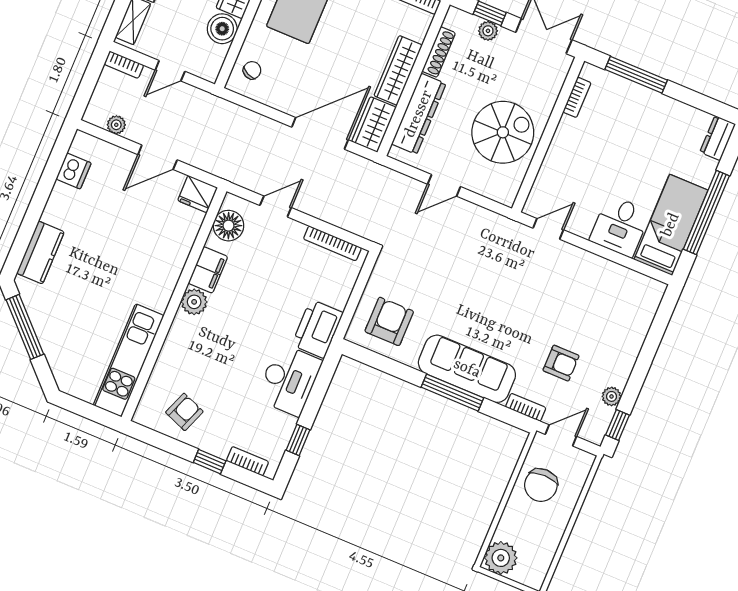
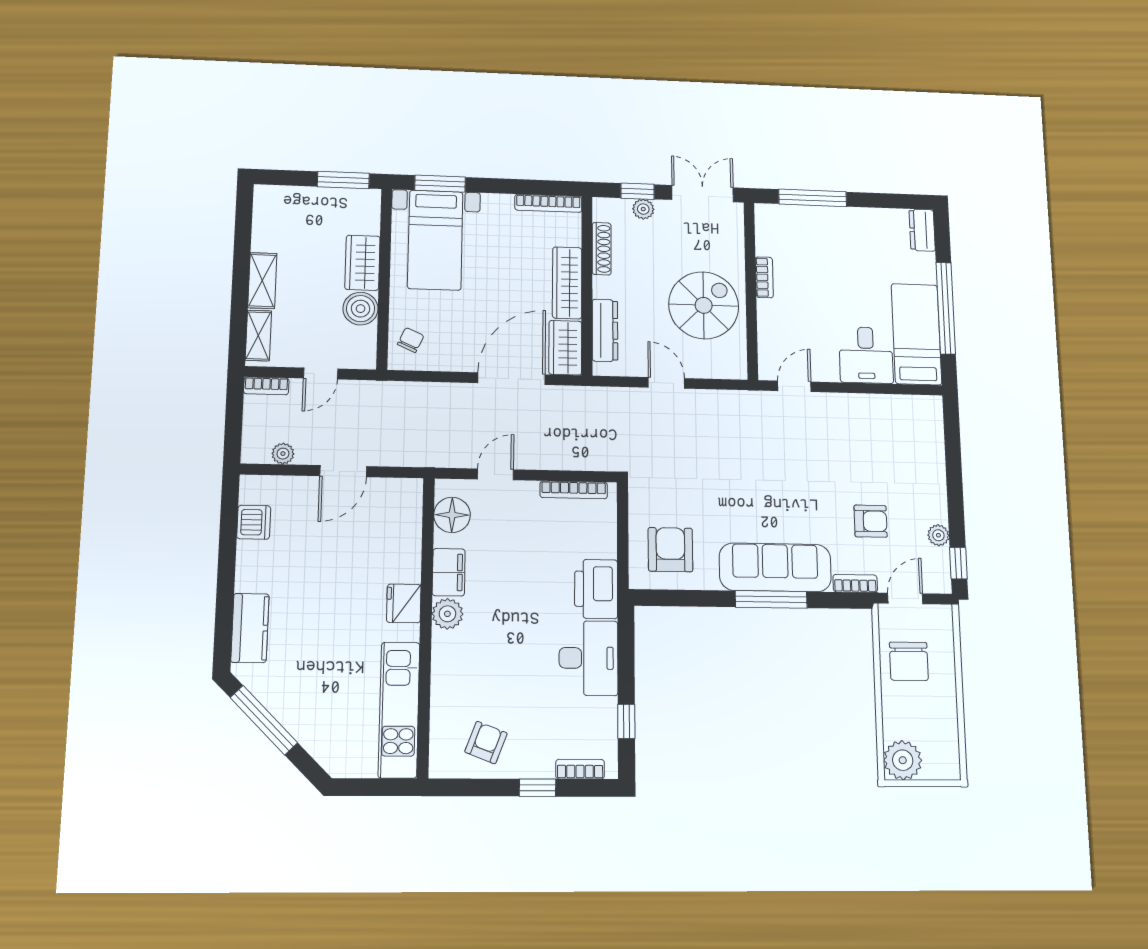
bookcase: (577, 97) -> (764, 277), moved
dresser: (419, 114) -> (605, 330), width x0.73, depth x0.80
door: (444, 185) -> (666, 383), swing flipped
fridge: (198, 194) -> (404, 603), moved, turned 90

